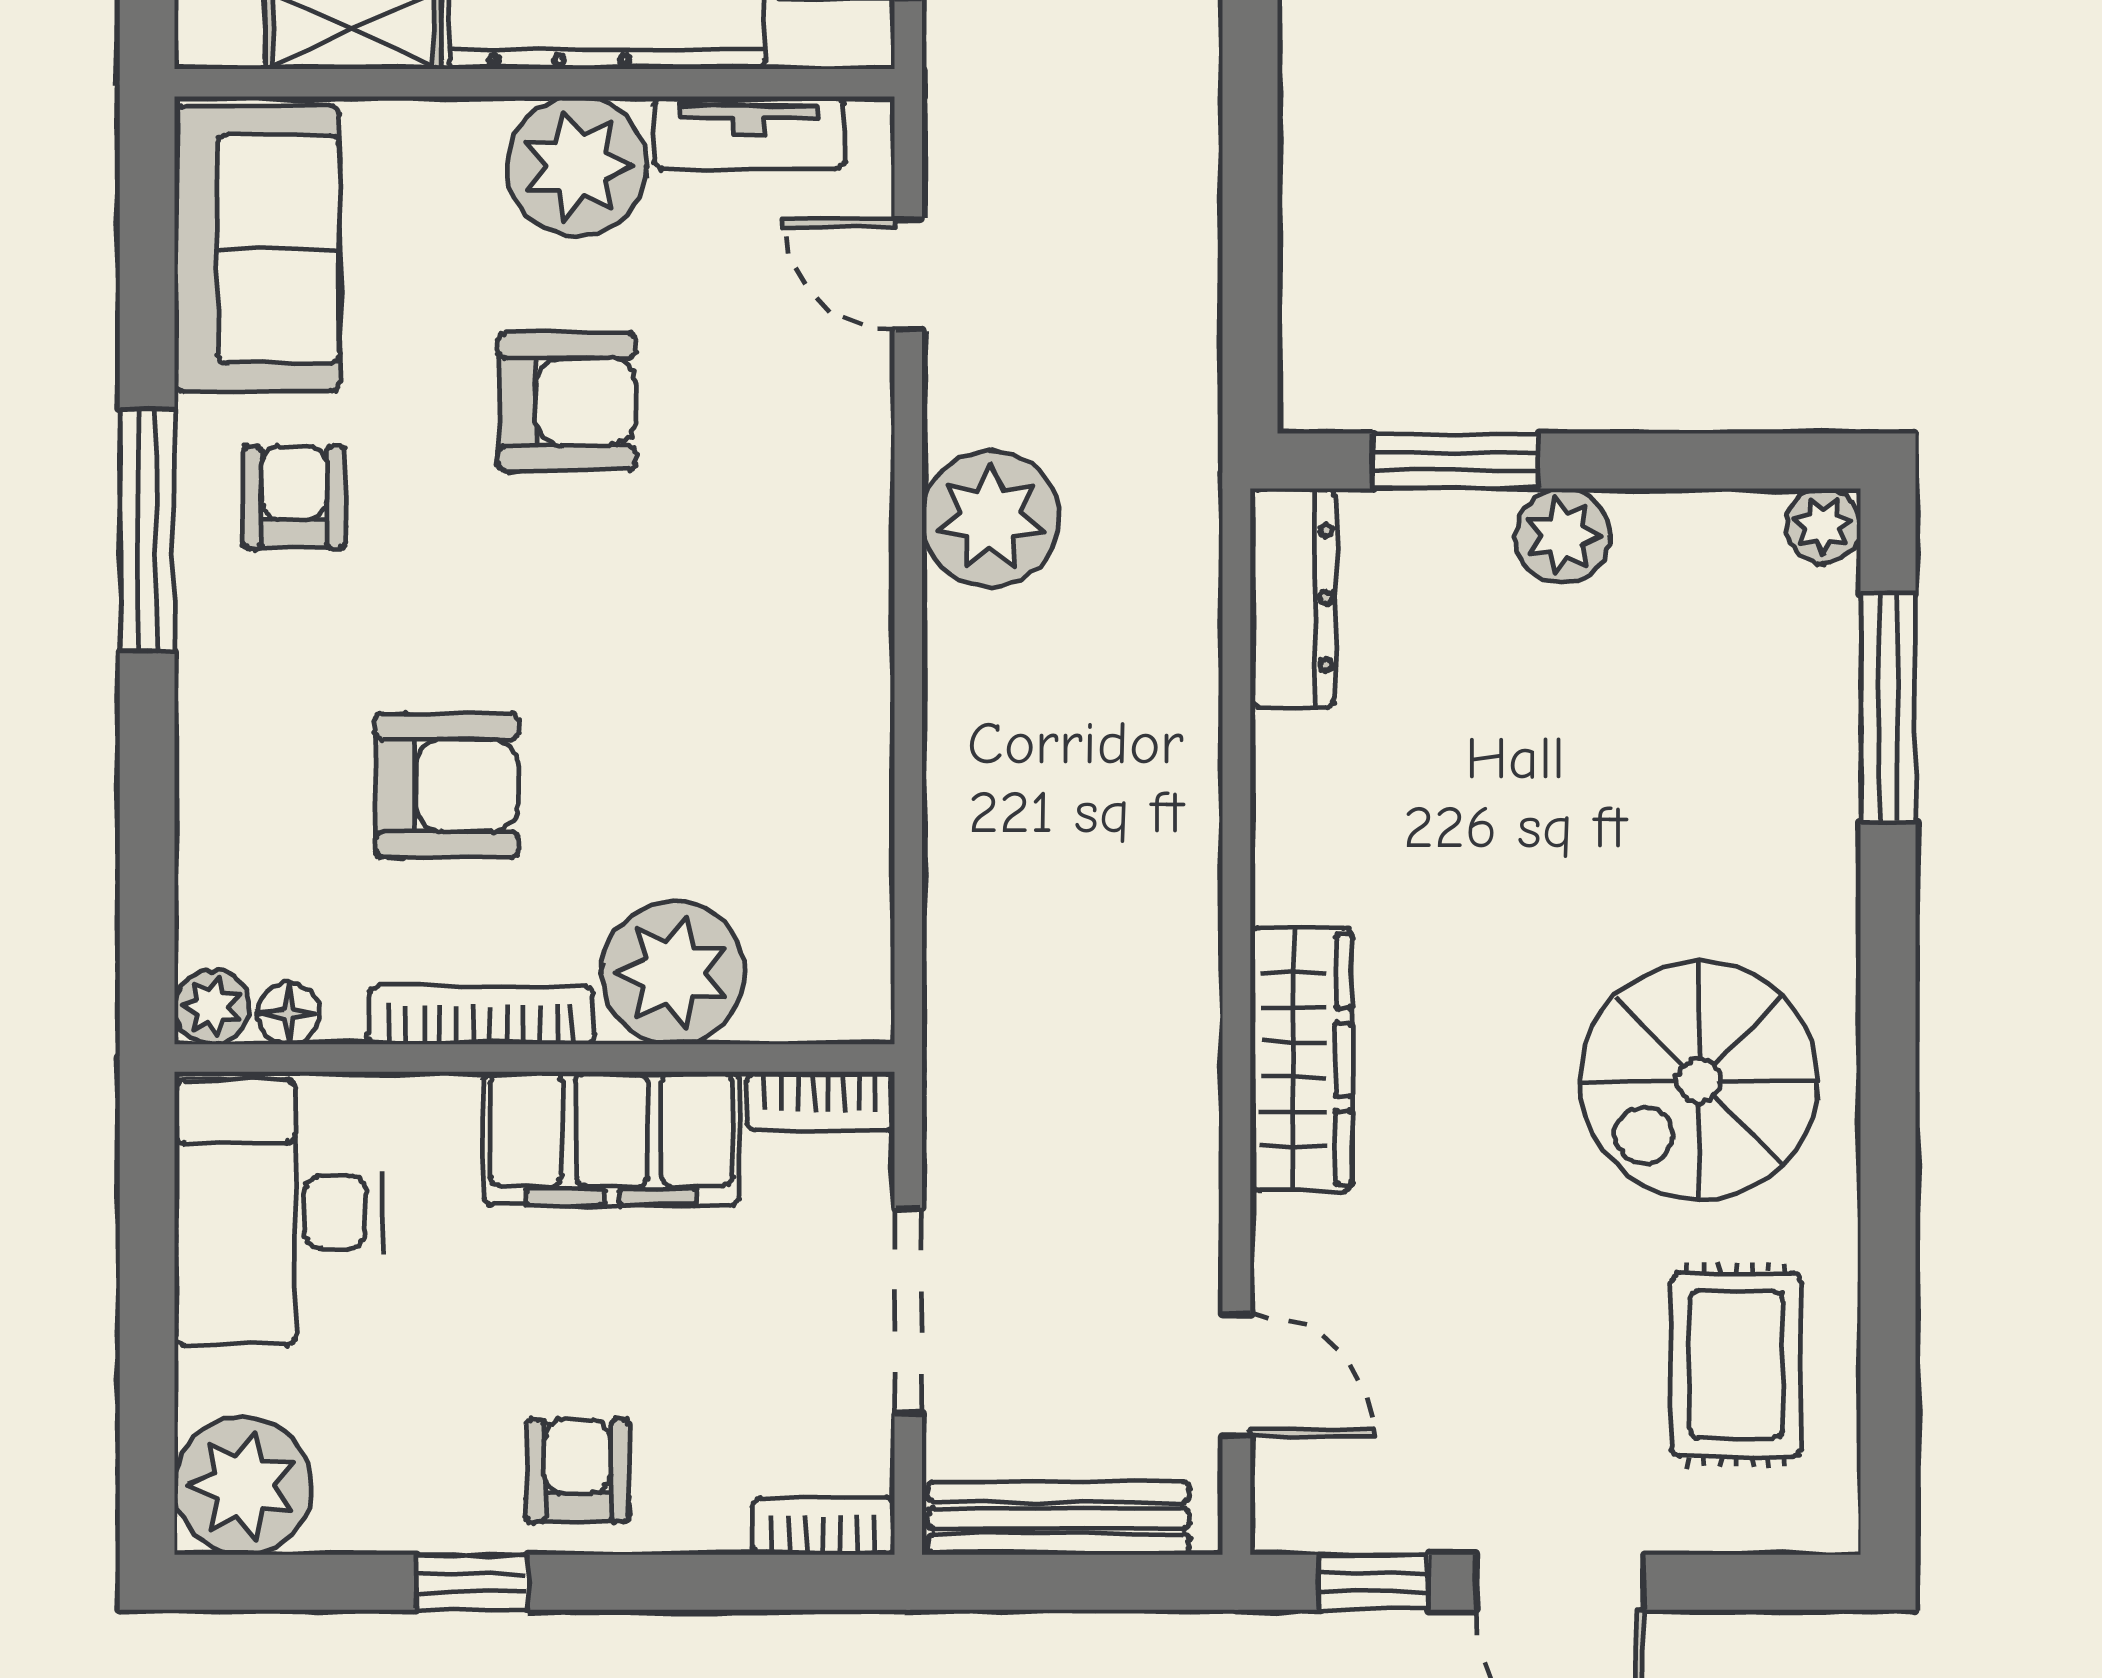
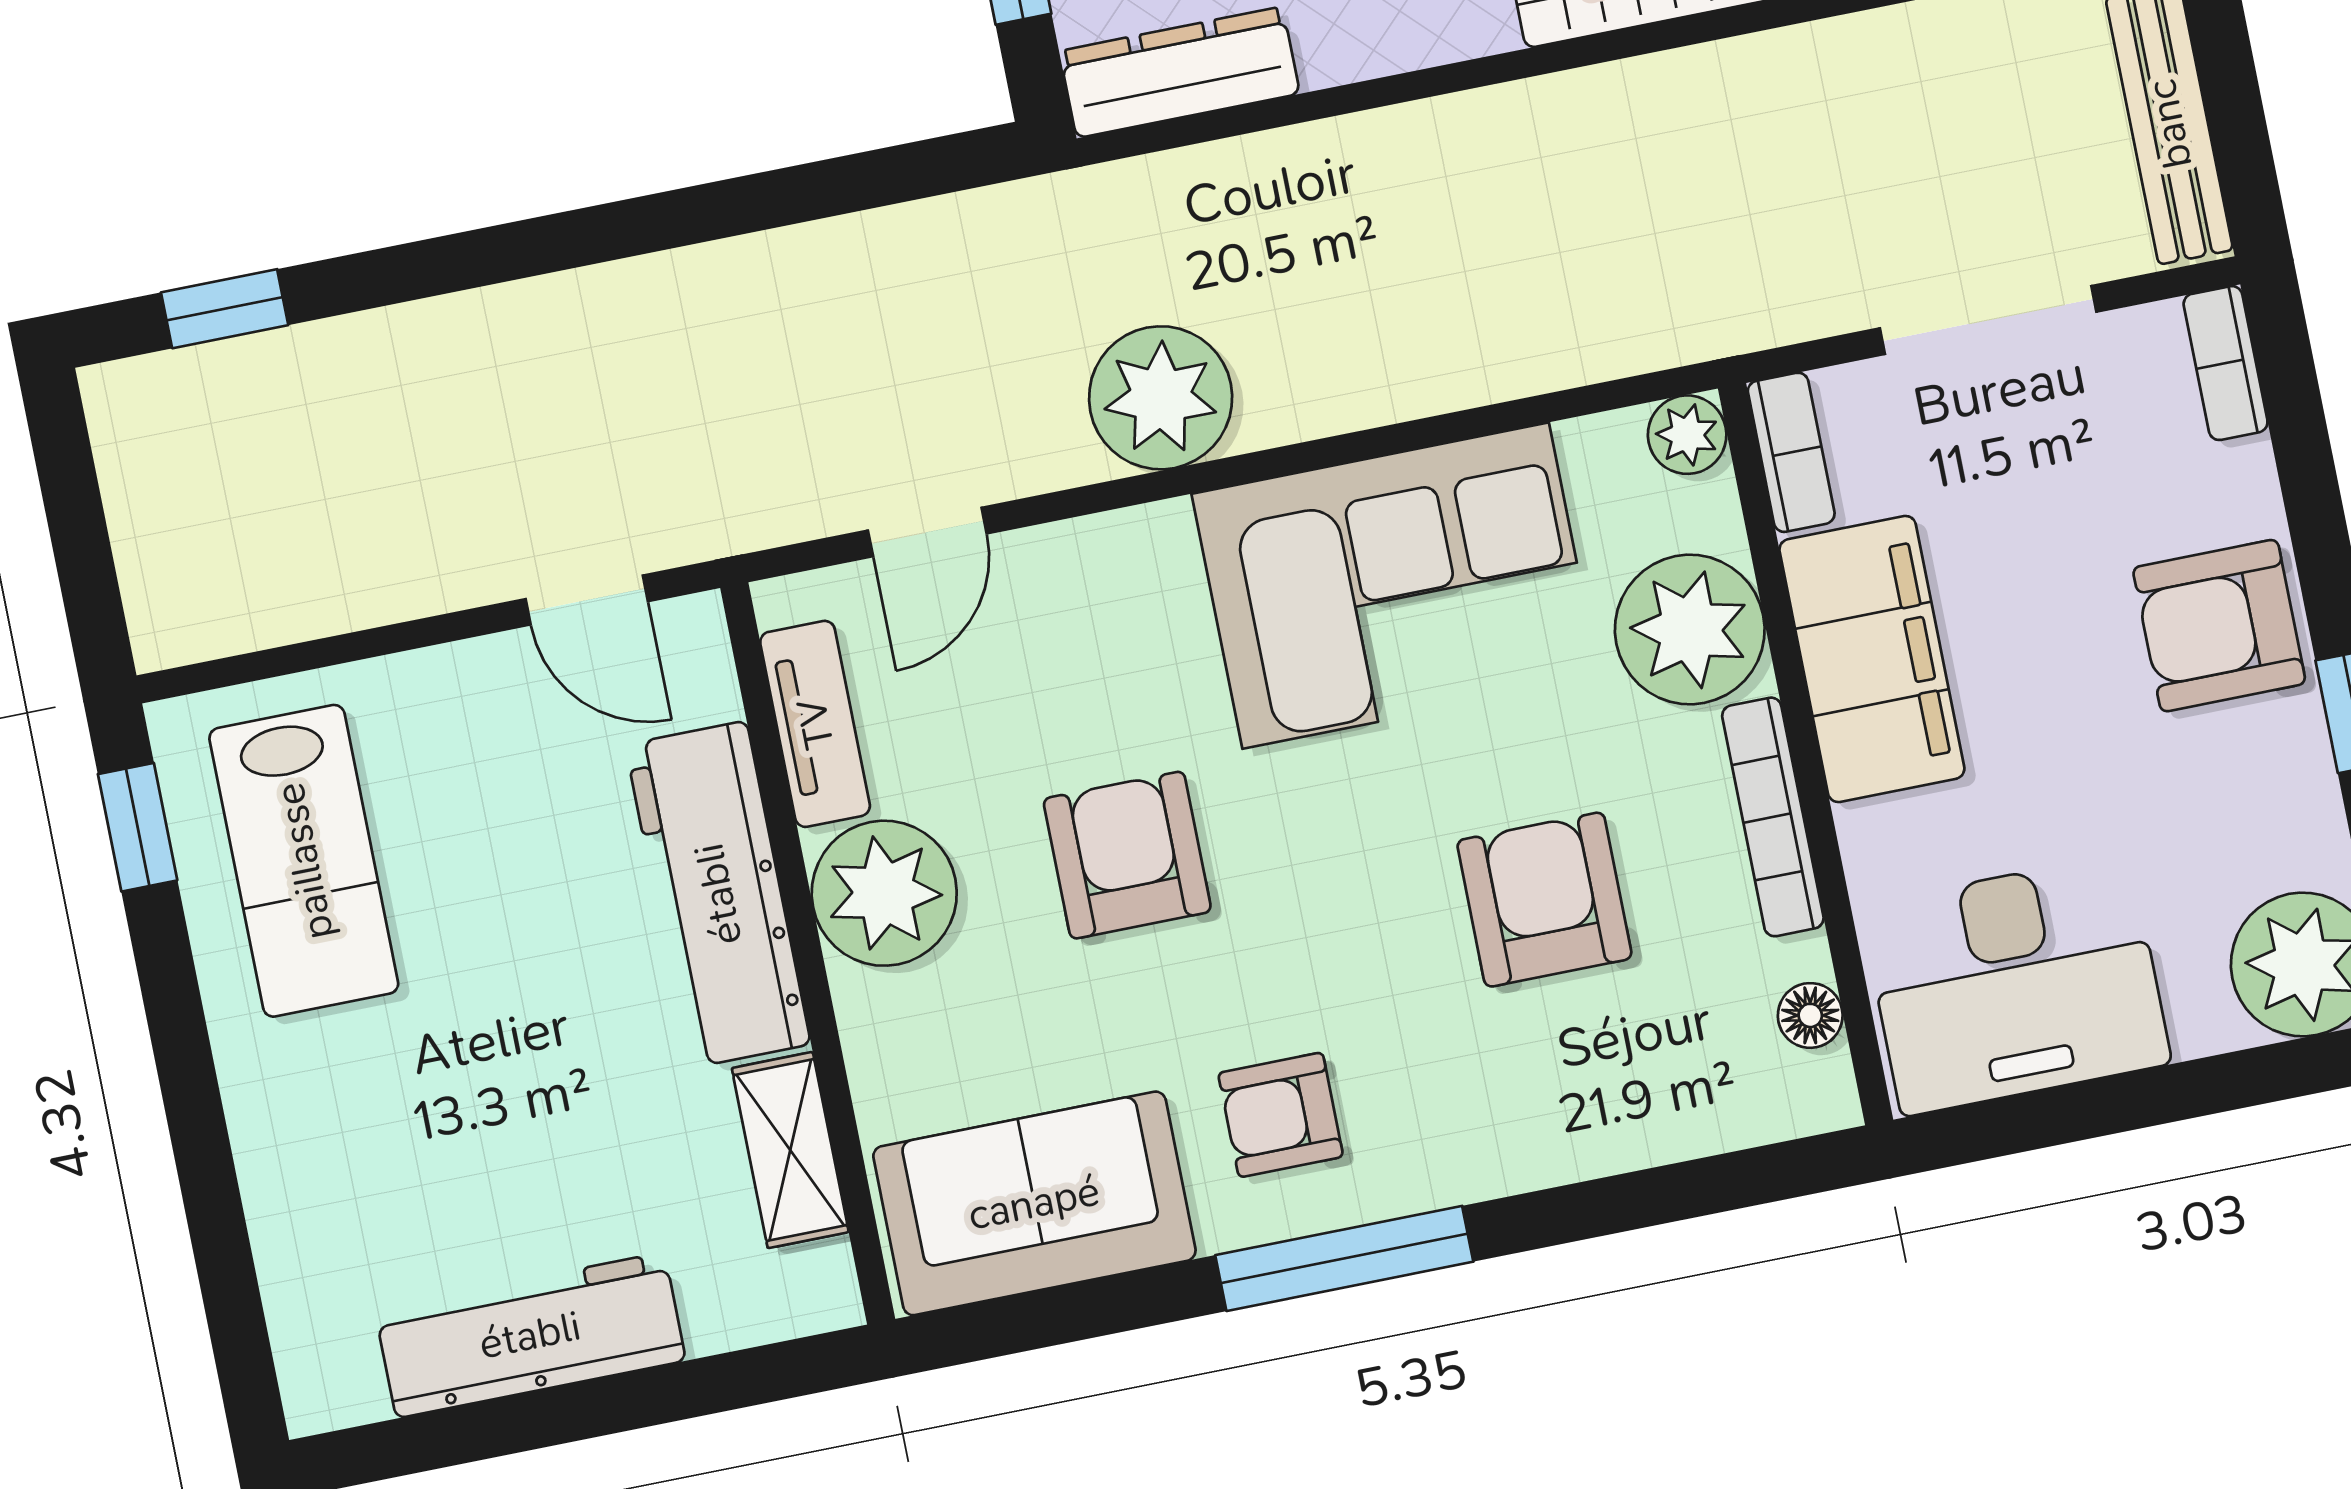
corner sofa: (770, 704) -> (1396, 586), added
plant: (212, 1007) -> (1687, 435), moved
armchair: (578, 1471) -> (2219, 626), width x1.38, depth x1.38

